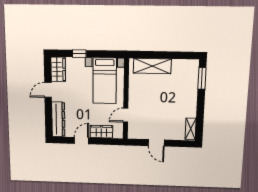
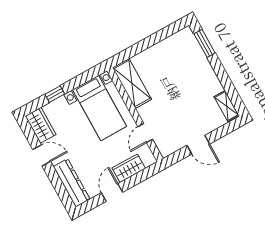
shelving: (152, 66) -> (132, 83), moved, turned 90
door: (48, 90) -> (42, 155), swing flipped

